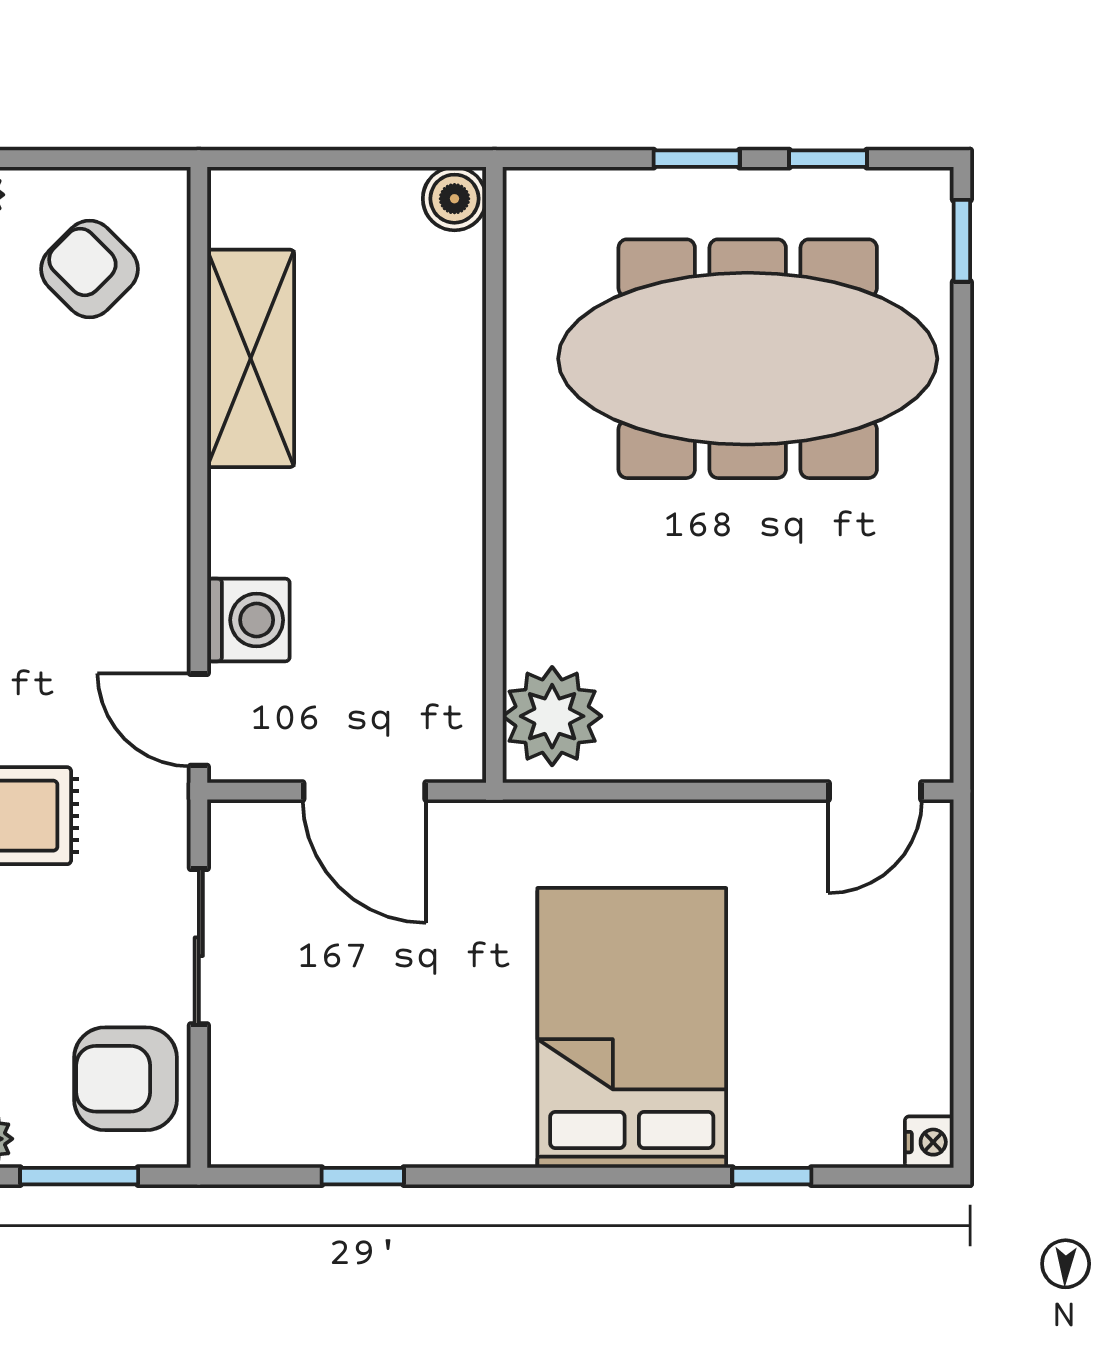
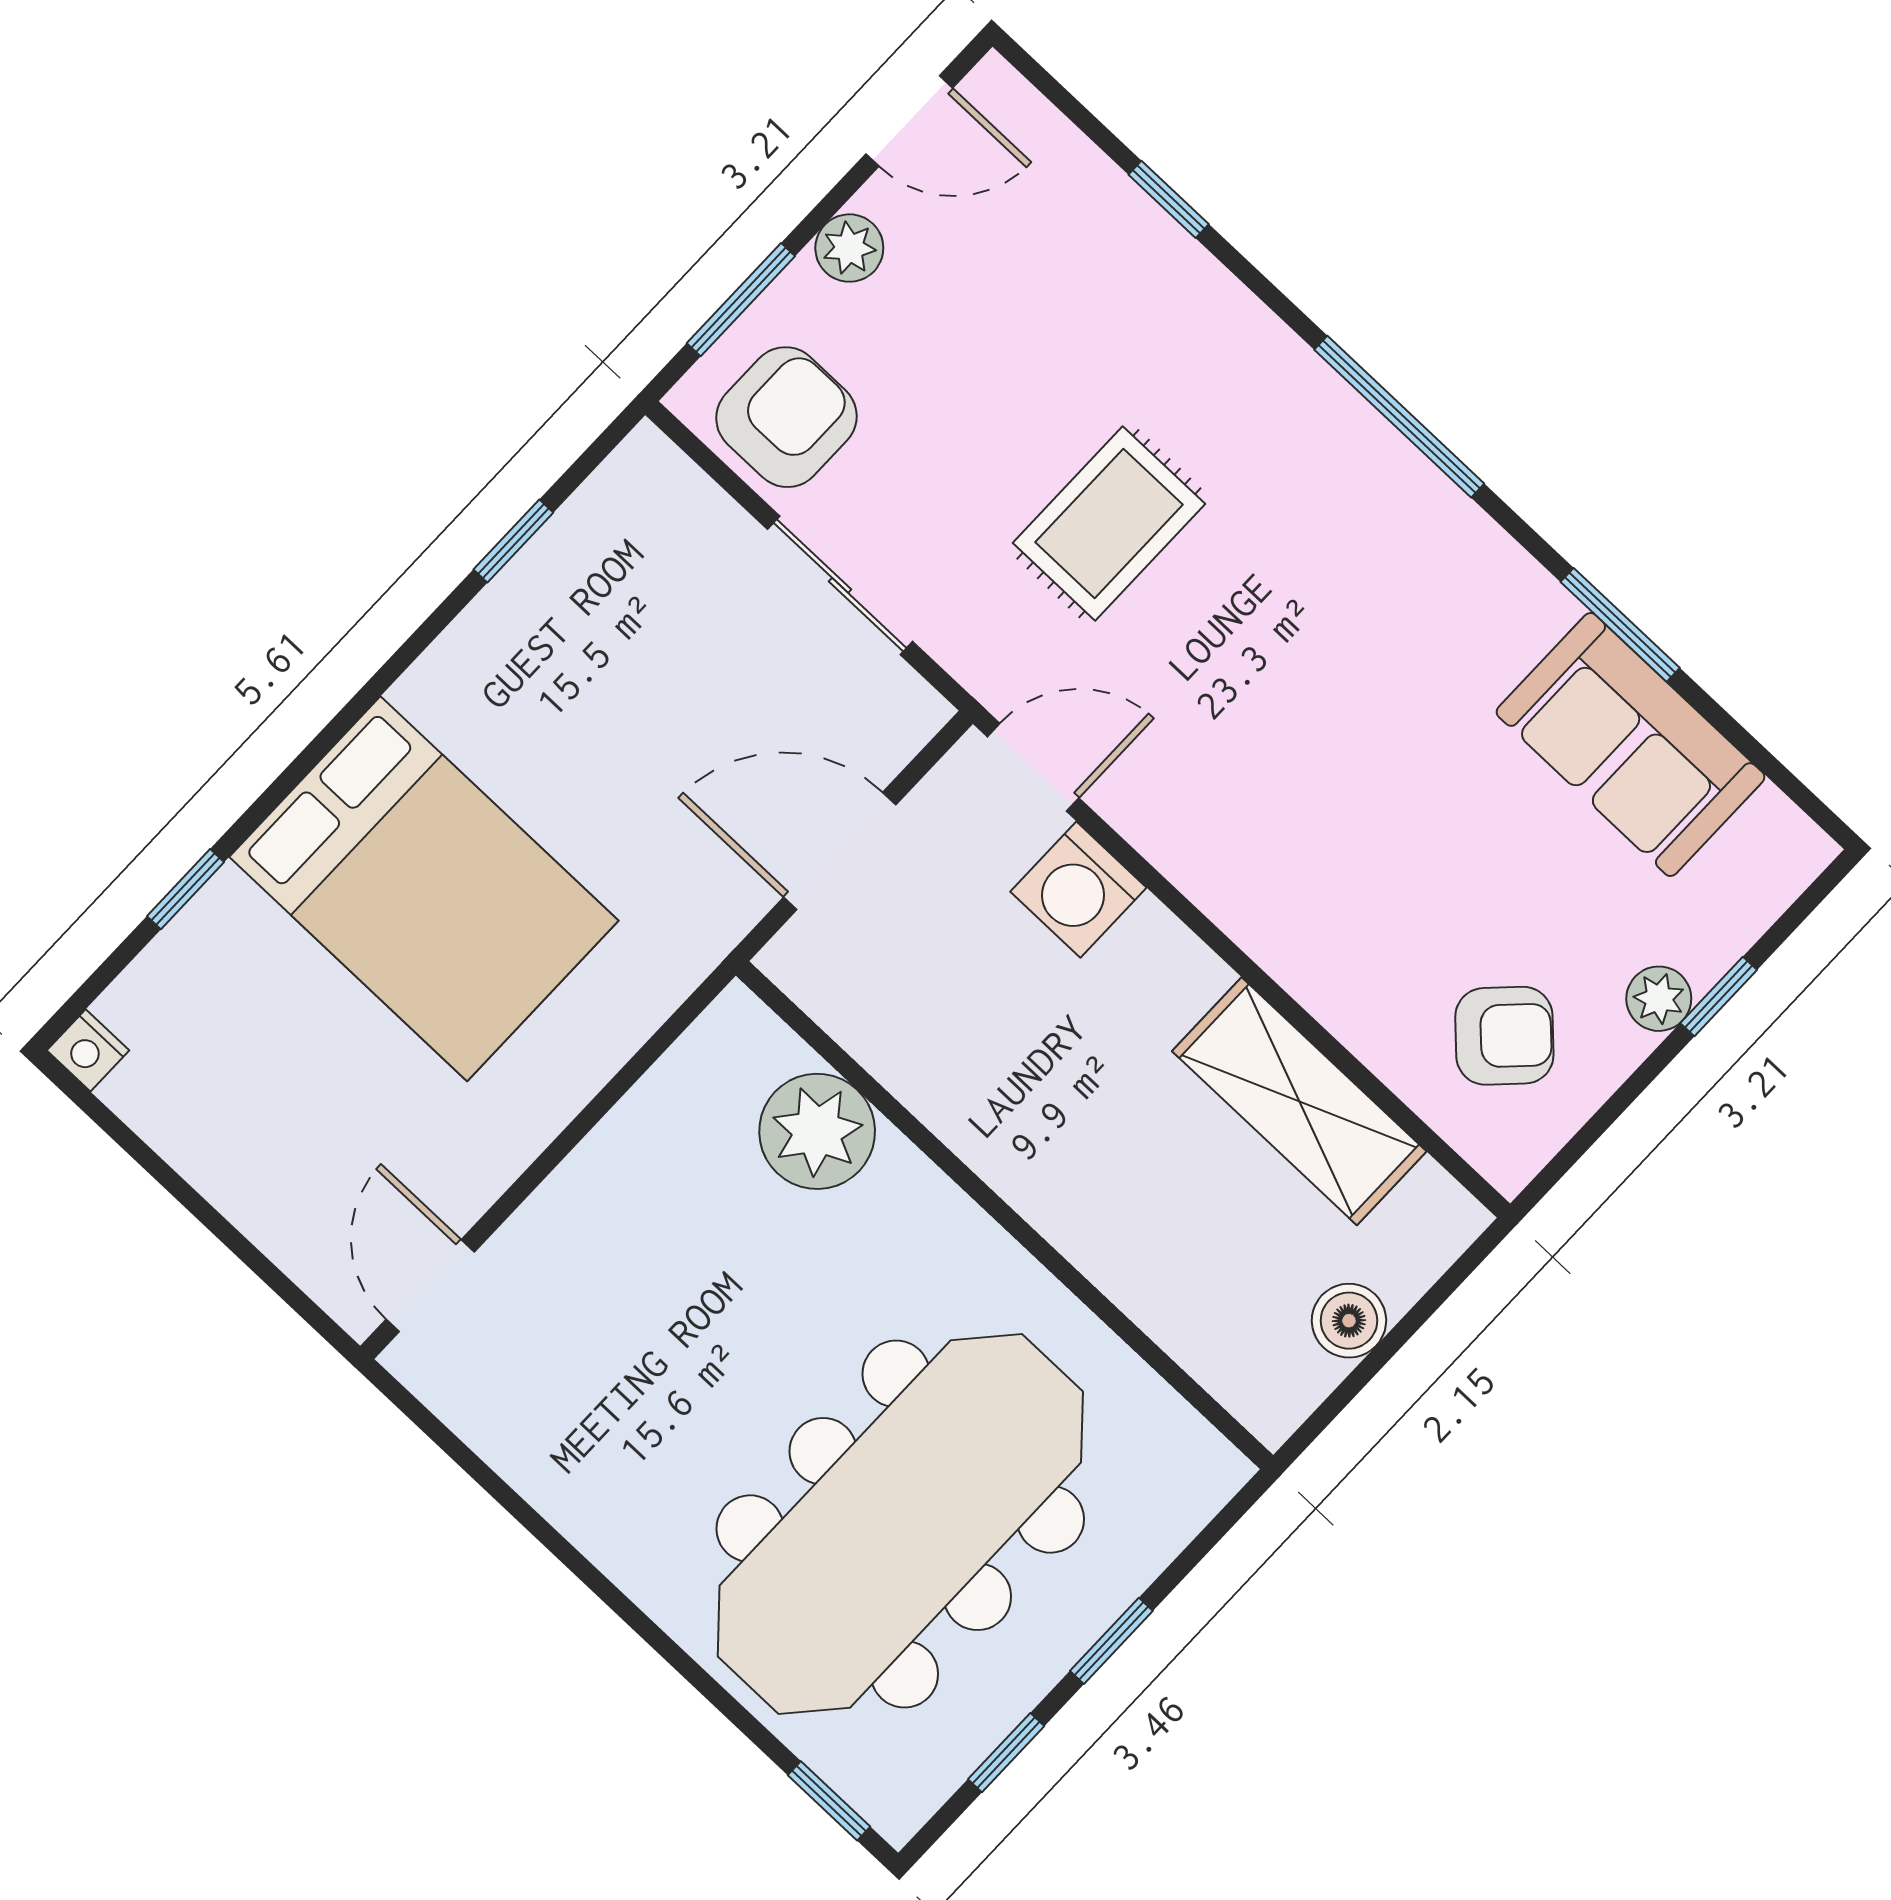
boiler: (454, 199) -> (1349, 1321), moved
plant: (552, 716) -> (817, 1131), moved

